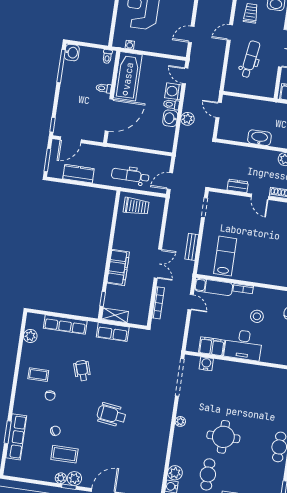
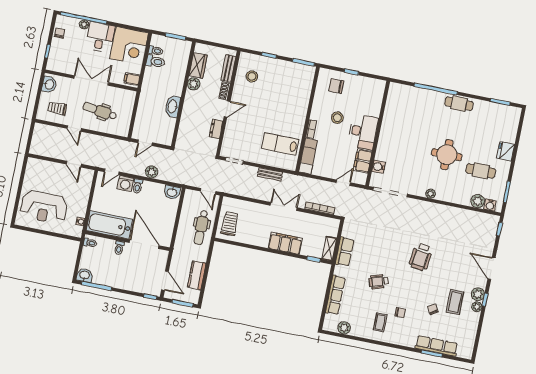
washbasin: (170, 118) -> (172, 192), moved
door: (191, 302) -> (343, 183), moved

